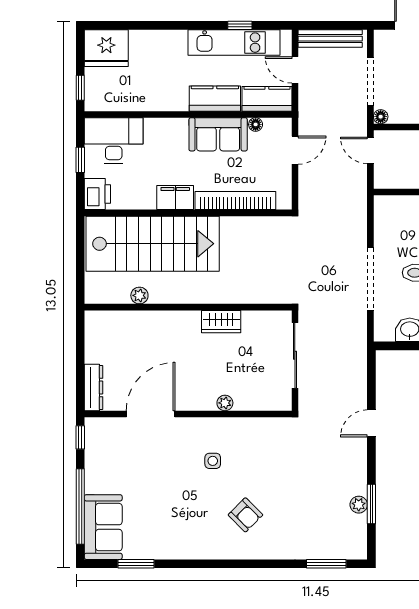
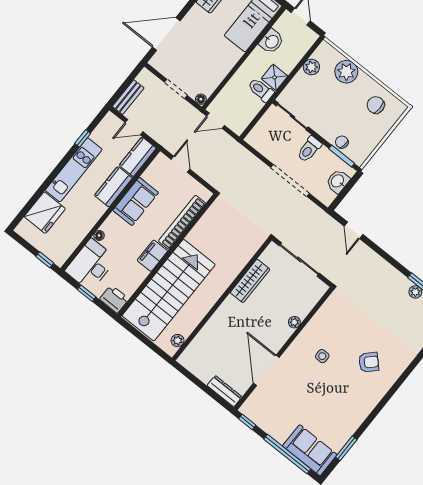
bench: (330, 39) -> (128, 97), width x0.73
kitchen unit: (234, 43) -> (74, 170), moved
fridge: (106, 48) -> (45, 213), moved
doorway: (370, 82) -> (176, 89), width x0.73
floor lamp: (256, 124) -> (99, 235), moved
plant: (139, 295) -> (178, 341), moved
wardrobe: (221, 322) -> (250, 281), width x1.50
door: (371, 423) -> (354, 230), moved

